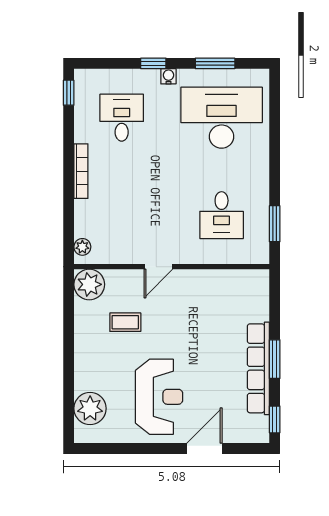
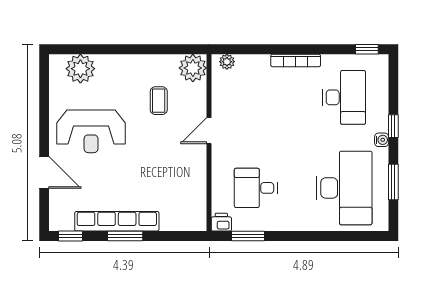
desk: (122, 118) -> (344, 97), width x1.37
printer: (259, 253) -> (221, 222), added
door: (158, 267) -> (209, 131), hinge flipped

